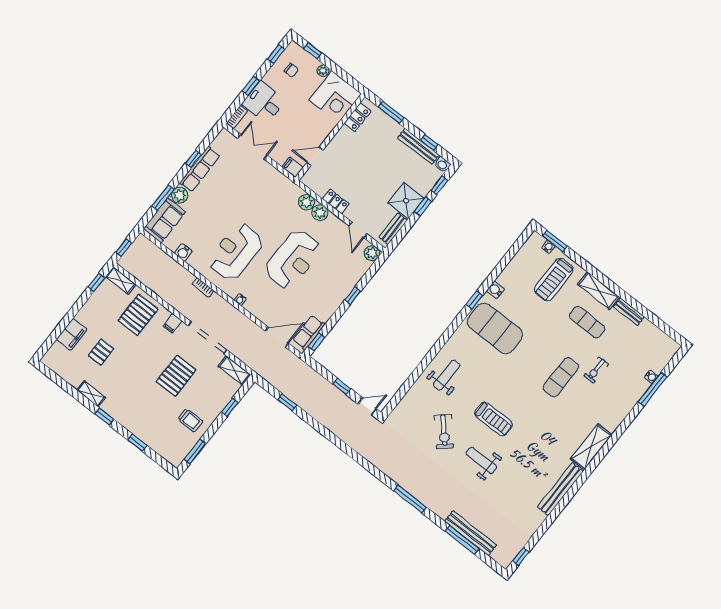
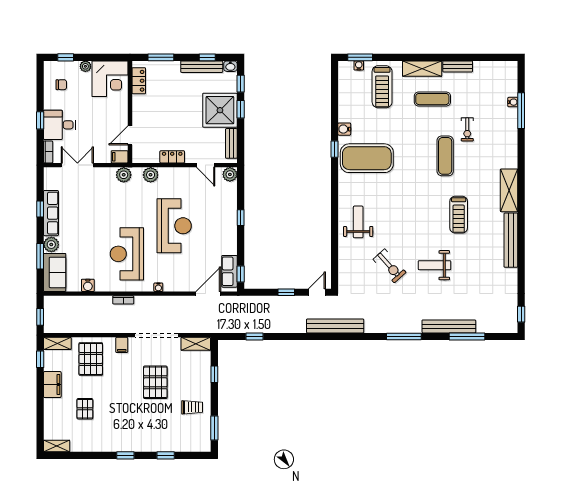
window: (276, 54) -> (40, 82), removed
shower: (406, 201) -> (220, 110), width x1.37, depth x1.37
plant: (320, 213) -> (124, 175), moved
filing cabinet: (72, 334) -> (52, 385), moved
shelving: (91, 394) -> (57, 446), moved
treadmill: (493, 419) -> (459, 215), moved, turned 90
bench: (360, 446) -> (335, 326), added
bench: (471, 533) -> (449, 326), moved

